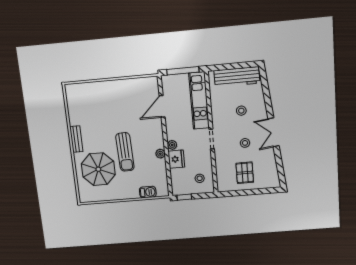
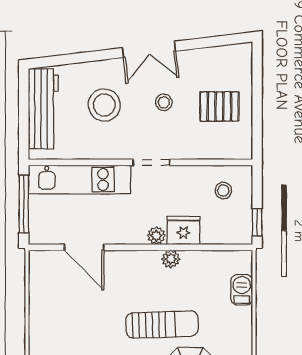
stool: (241, 111) -> (104, 105), width x1.89, depth x1.89

